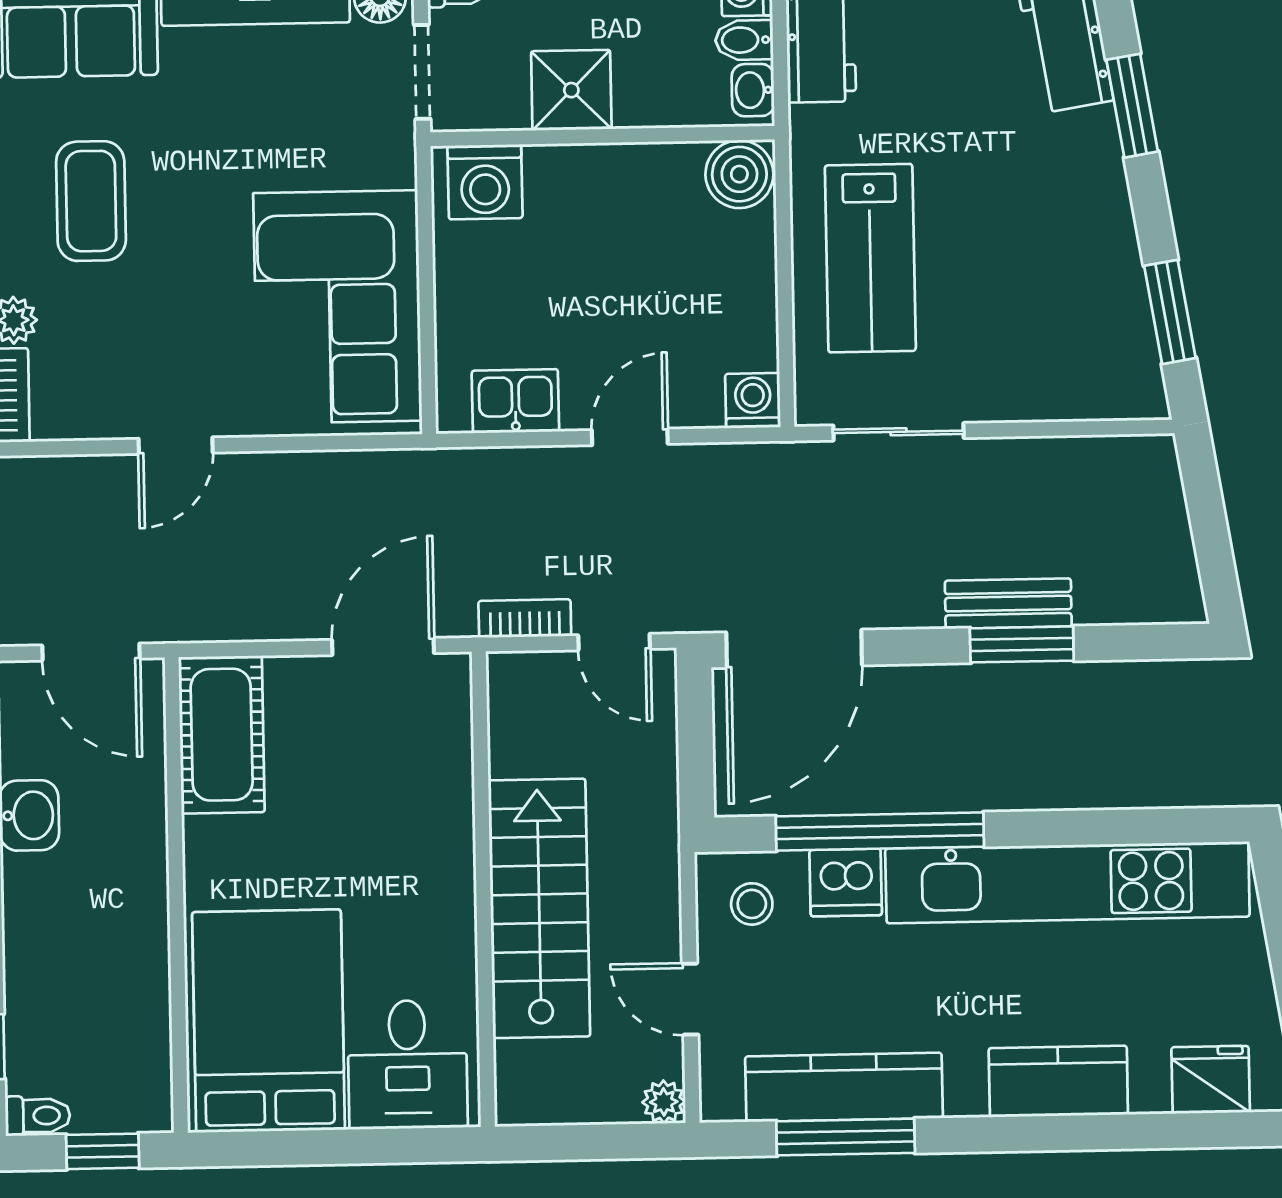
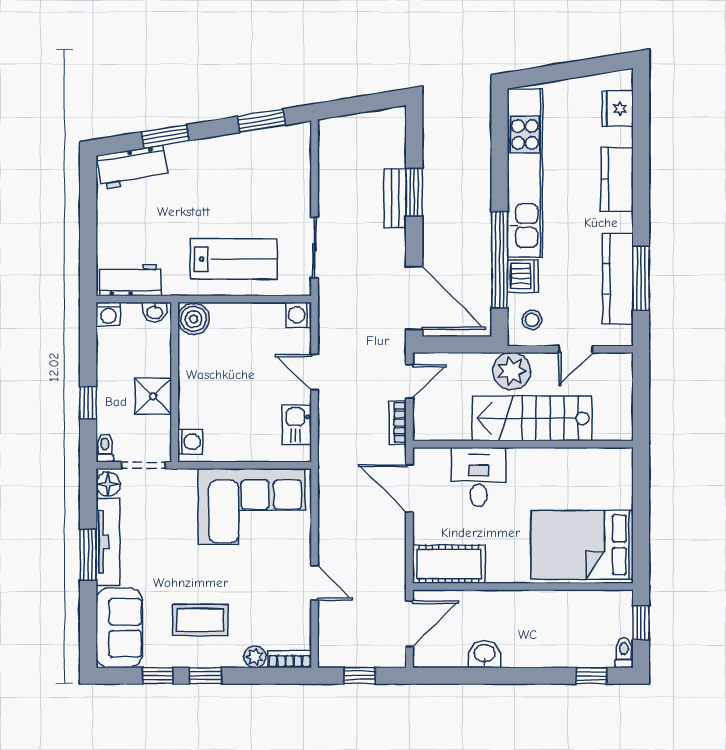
bidet: (744, 40) -> (131, 316), removed
washing machine: (485, 182) -> (190, 442), width x0.73, depth x0.73
desk: (408, 1064) -> (479, 477), moved, turned -90
plant: (664, 1102) -> (512, 371), moved, width x1.88, depth x1.88

